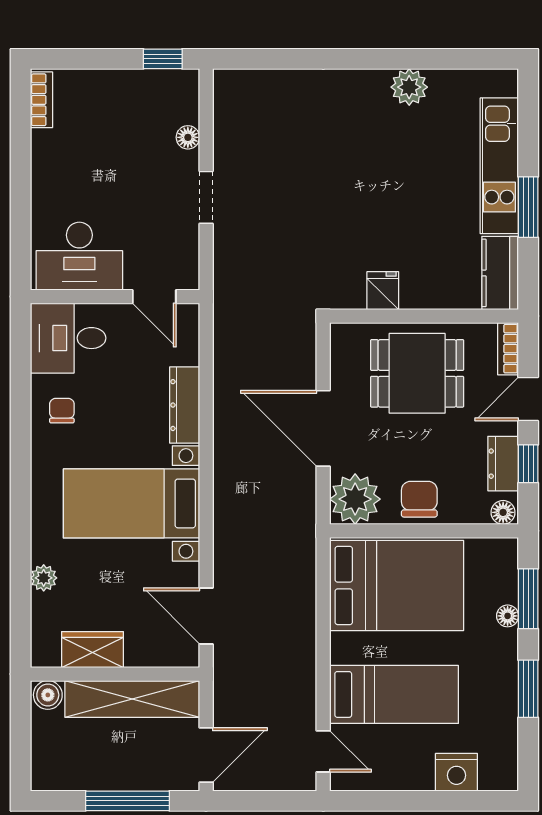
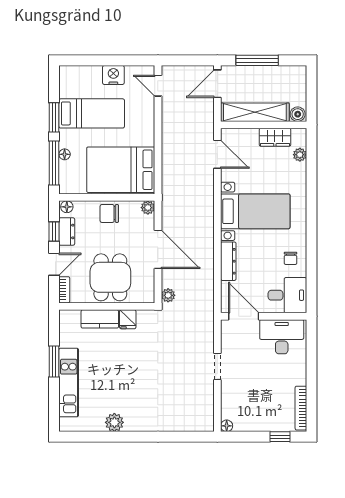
window: (163, 59) -> (280, 437), moved
bookcase: (41, 100) -> (301, 408), width x1.56
floor lamp: (188, 137) -> (227, 426), moved
kitchen counter: (500, 273) -> (100, 319), moved, turned 90
door: (154, 297) -> (244, 316), width x1.38
plant: (303, 338) -> (168, 295), added
dining table: (417, 373) -> (110, 277), turned 90
plant: (355, 499) -> (148, 208), width x0.53, depth x0.53
chair: (419, 499) -> (109, 213), turned 90
plant: (44, 578) -> (300, 155), moved
window: (528, 599) -> (54, 163), width x1.44
bed: (394, 694) -> (92, 113), moved, turned 180
nightstand: (456, 772) -> (113, 75), moved

